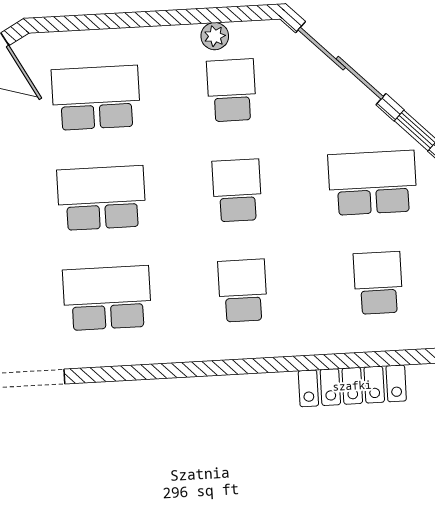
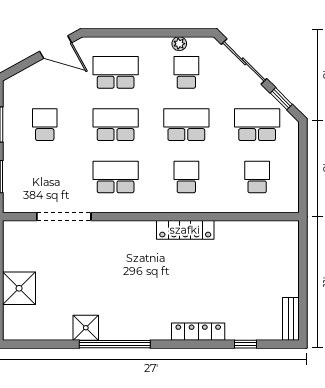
school desk: (237, 190) -> (186, 125), width x1.85
locker: (352, 386) -> (185, 230), moved

